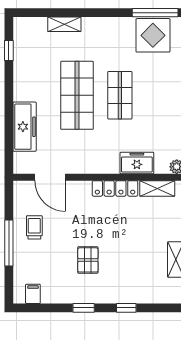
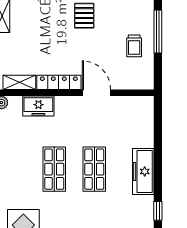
shop shelf: (77, 95) -> (94, 169), width x0.70, depth x0.74
freezer: (25, 127) -> (143, 171), moved
door: (50, 177) -> (96, 93), moved

